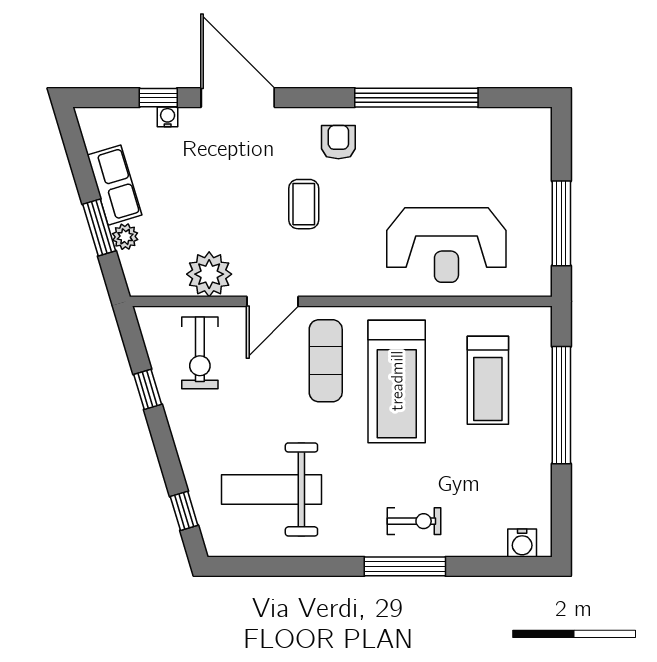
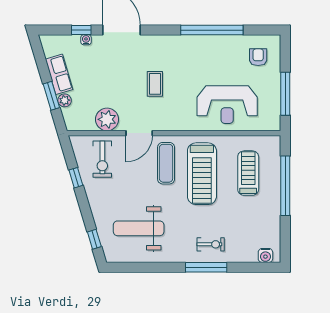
armchair: (338, 142) -> (258, 57), moved
treadmill: (488, 380) -> (248, 173), turned 180

